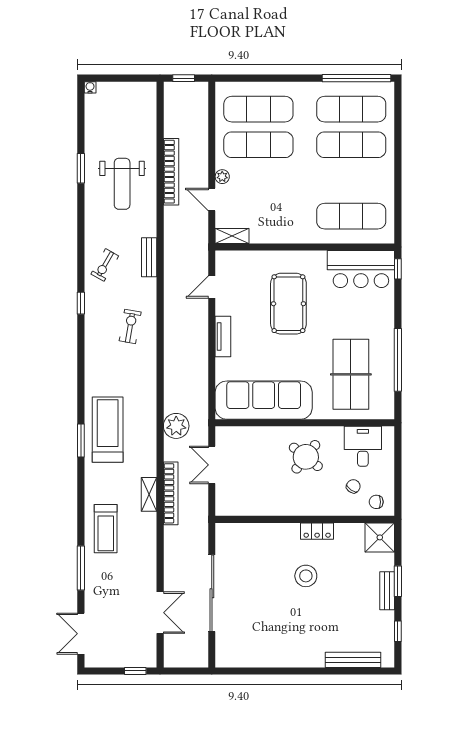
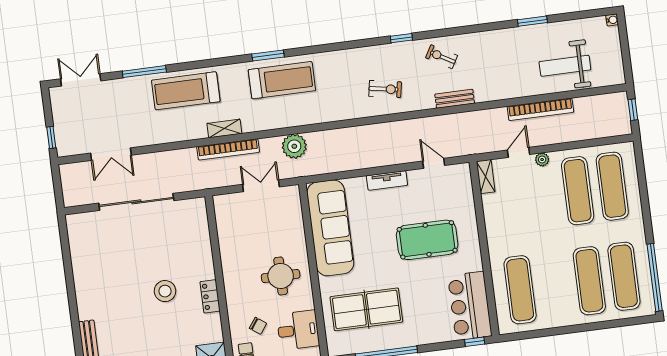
weight bench: (122, 184) -> (565, 66), moved
round table: (306, 457) -> (281, 276), turned -38
treadmill: (106, 529) -> (186, 91), width x1.37, depth x1.38

